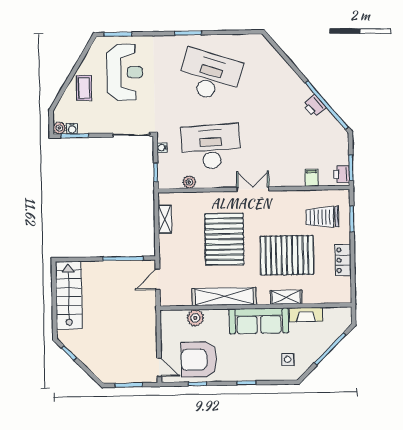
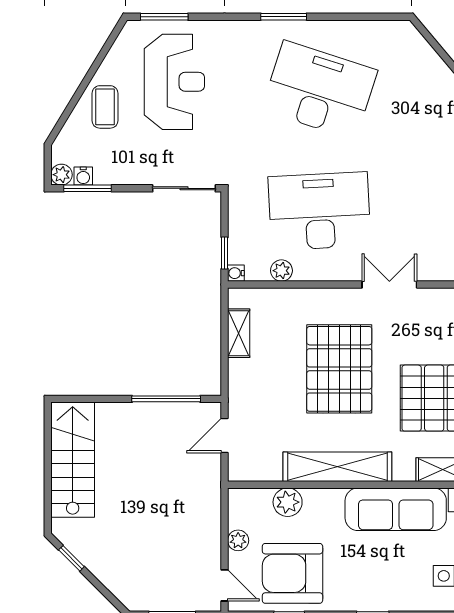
water cooler: (162, 148) -> (236, 273), moved
plant: (167, 341) -> (238, 540), added

